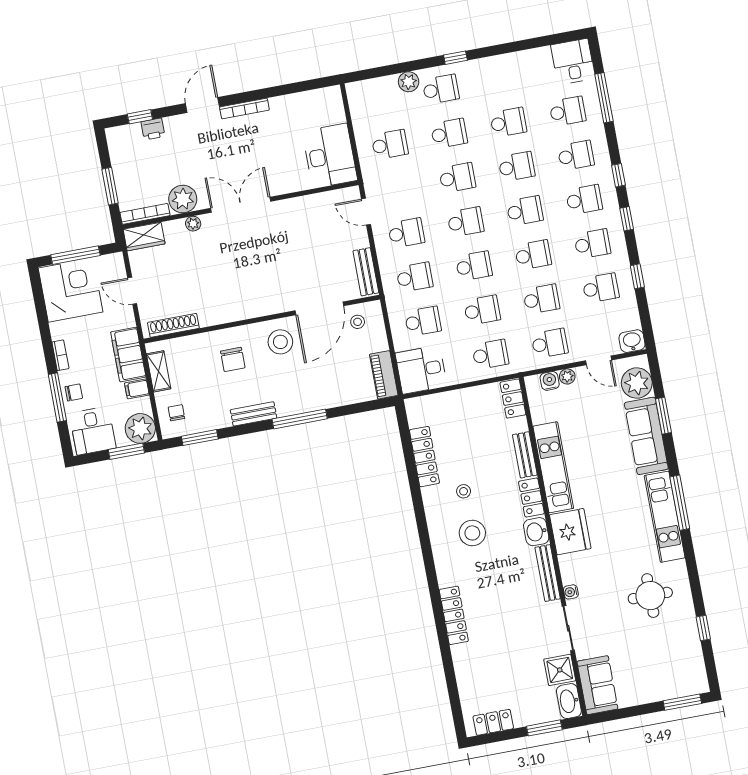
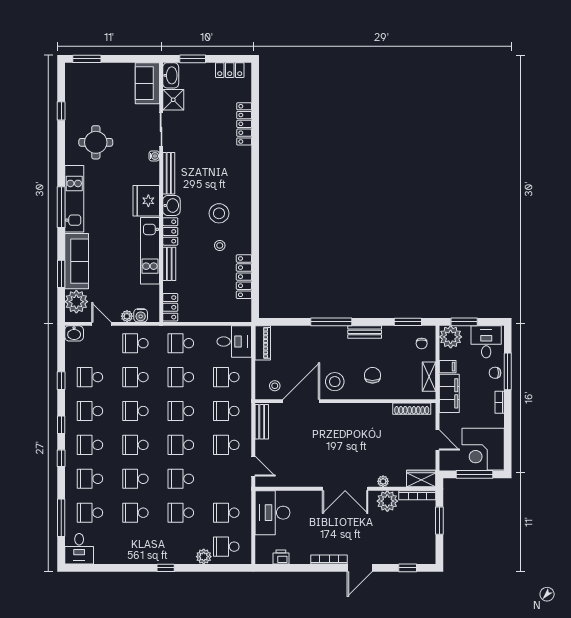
school desk: (441, 89) -> (226, 547), moved
printer: (153, 129) -> (281, 557), moved
locker: (454, 615) -> (244, 124), moved

